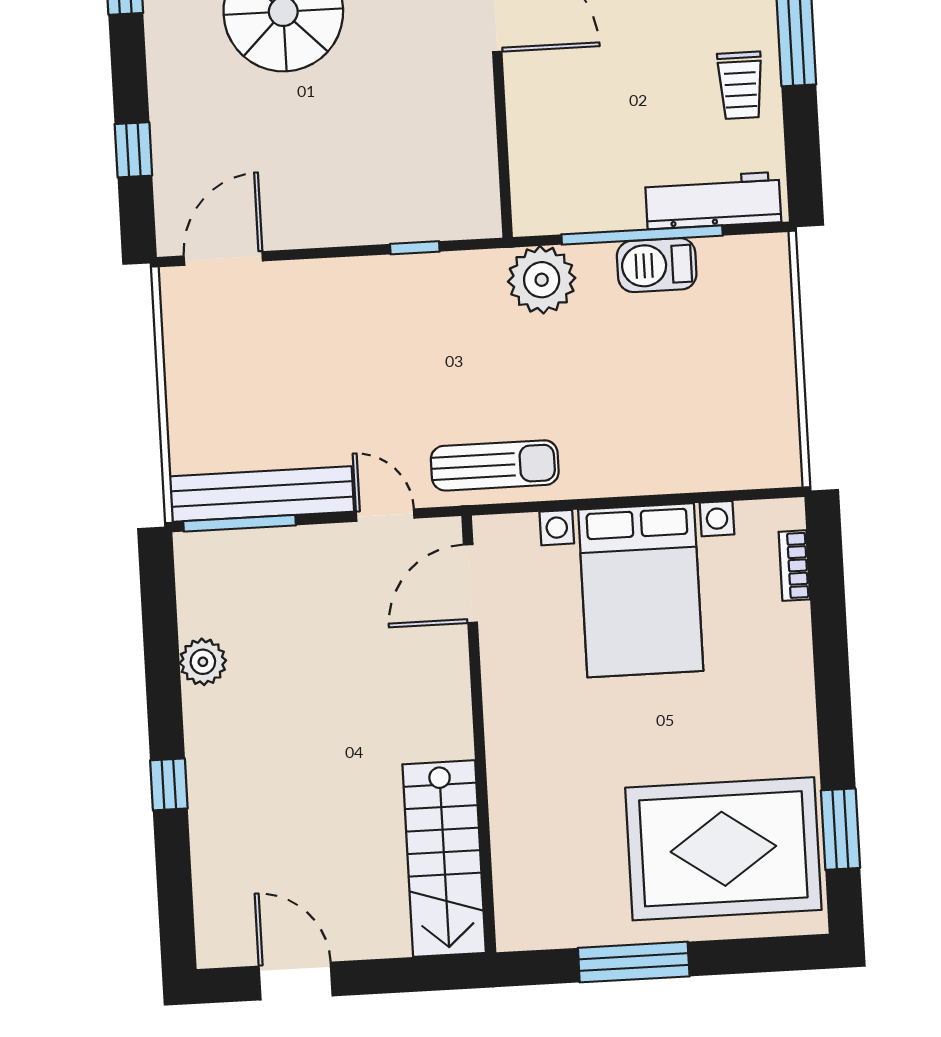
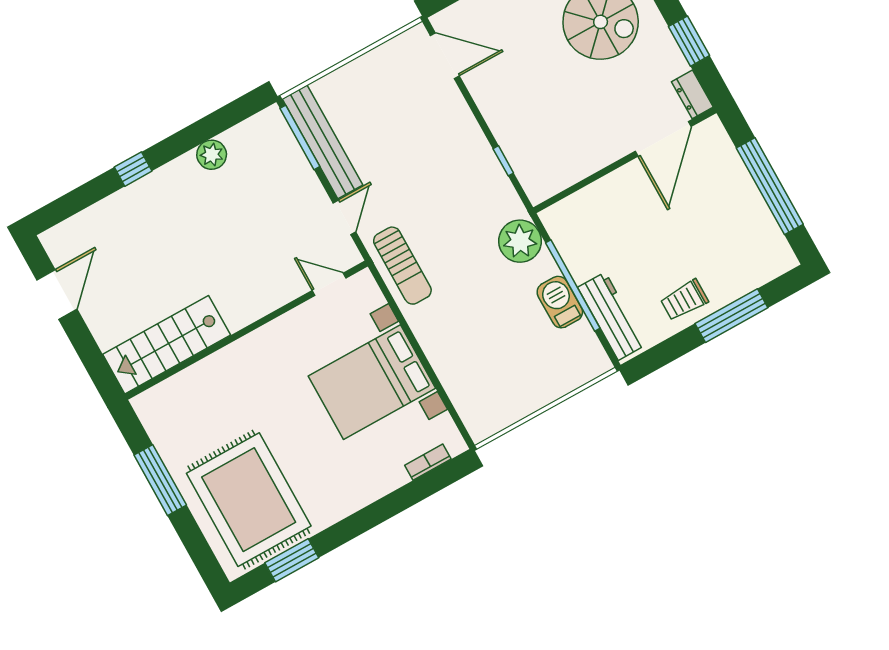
door: (470, 584) -> (329, 284), width x0.73

